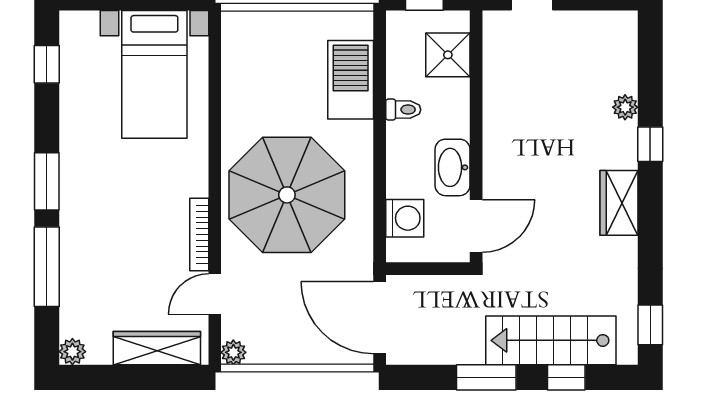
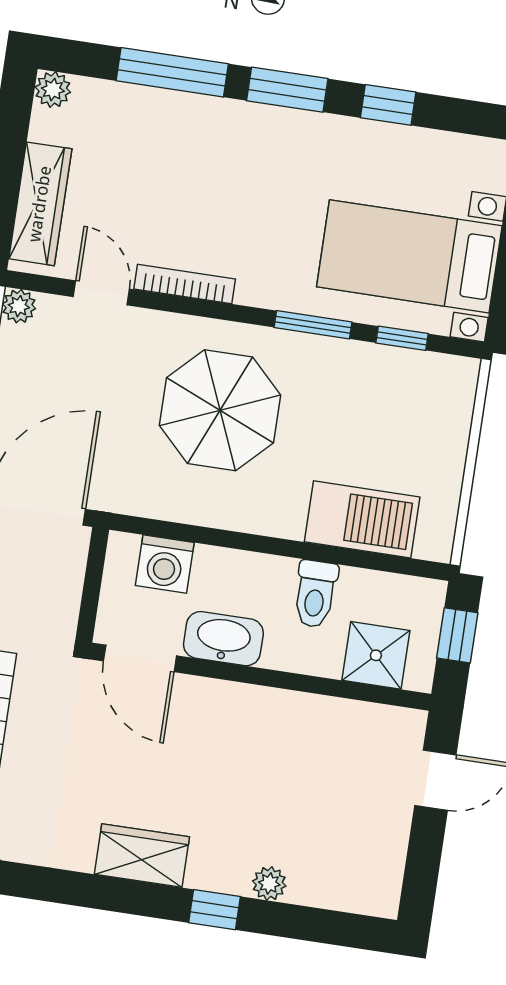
window: (47, 64) -> (388, 105), moved
window: (215, 71) -> (402, 338), added
toilet: (403, 110) -> (315, 594), width x1.37, depth x1.39
window: (215, 137) -> (313, 325), added
parasol: (287, 195) -> (220, 410), width x0.73, depth x0.73

